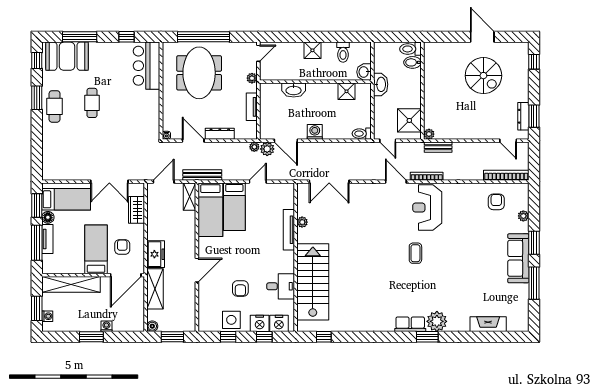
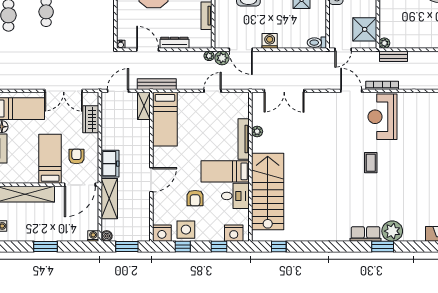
door: (388, 141) -> (343, 50), hinge flipped
bed: (234, 207) -> (225, 171), moved, turned 90
nightstand: (260, 323) -> (162, 233), moved
washing machine: (106, 326) -> (93, 236), moved

